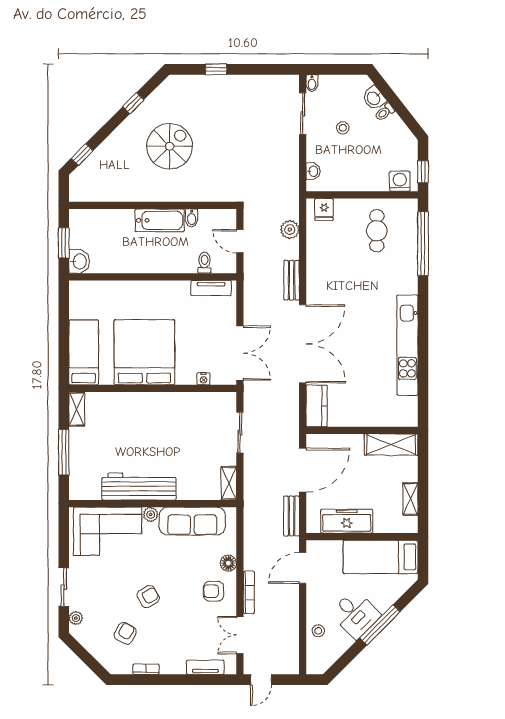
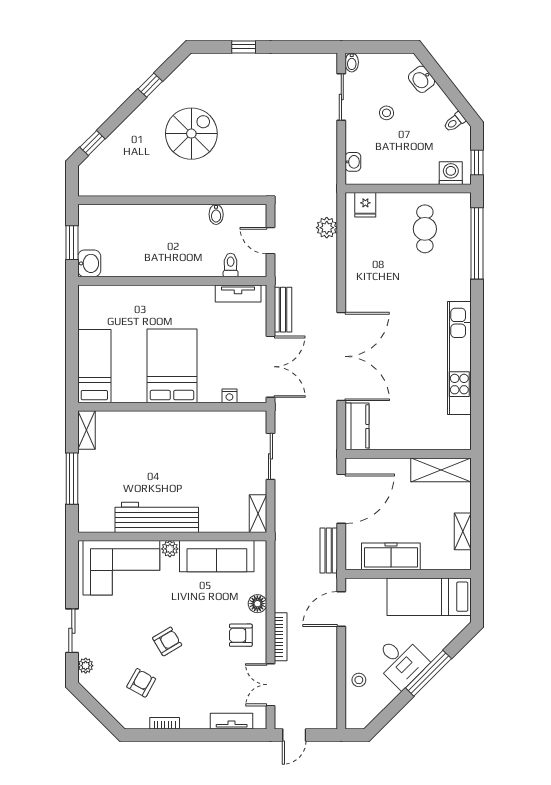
toilet: (385, 112) -> (455, 122), moved
bathtub: (160, 220) -> (180, 217), removed
bench: (292, 280) -> (283, 310), moved
bed: (144, 352) -> (172, 366), width x0.73

